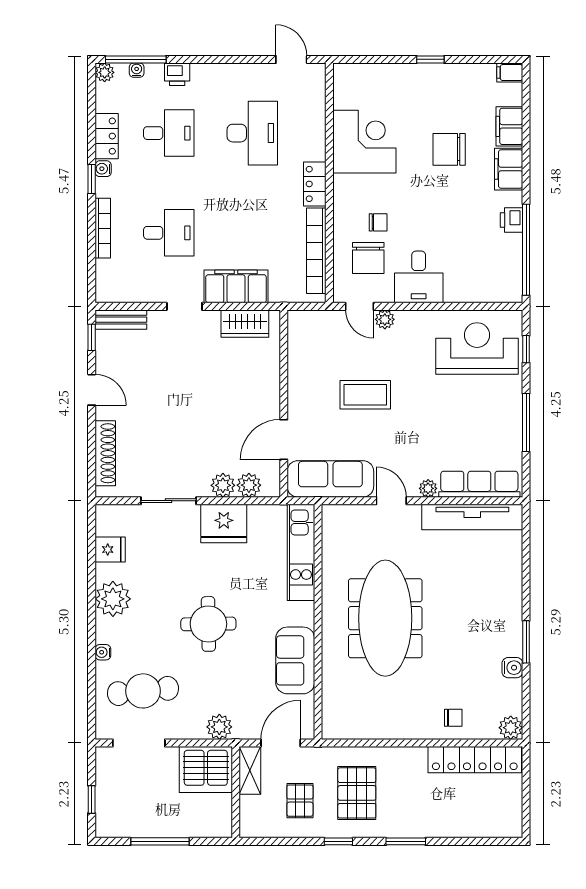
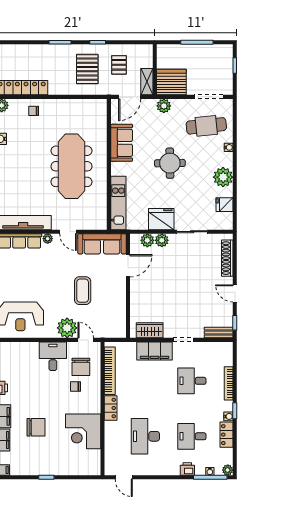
chair: (368, 258) -> (81, 367), turned 180
plant: (385, 319) -> (67, 328), width x1.88, depth x1.88
coffee table: (365, 395) -> (83, 291), turned 90

